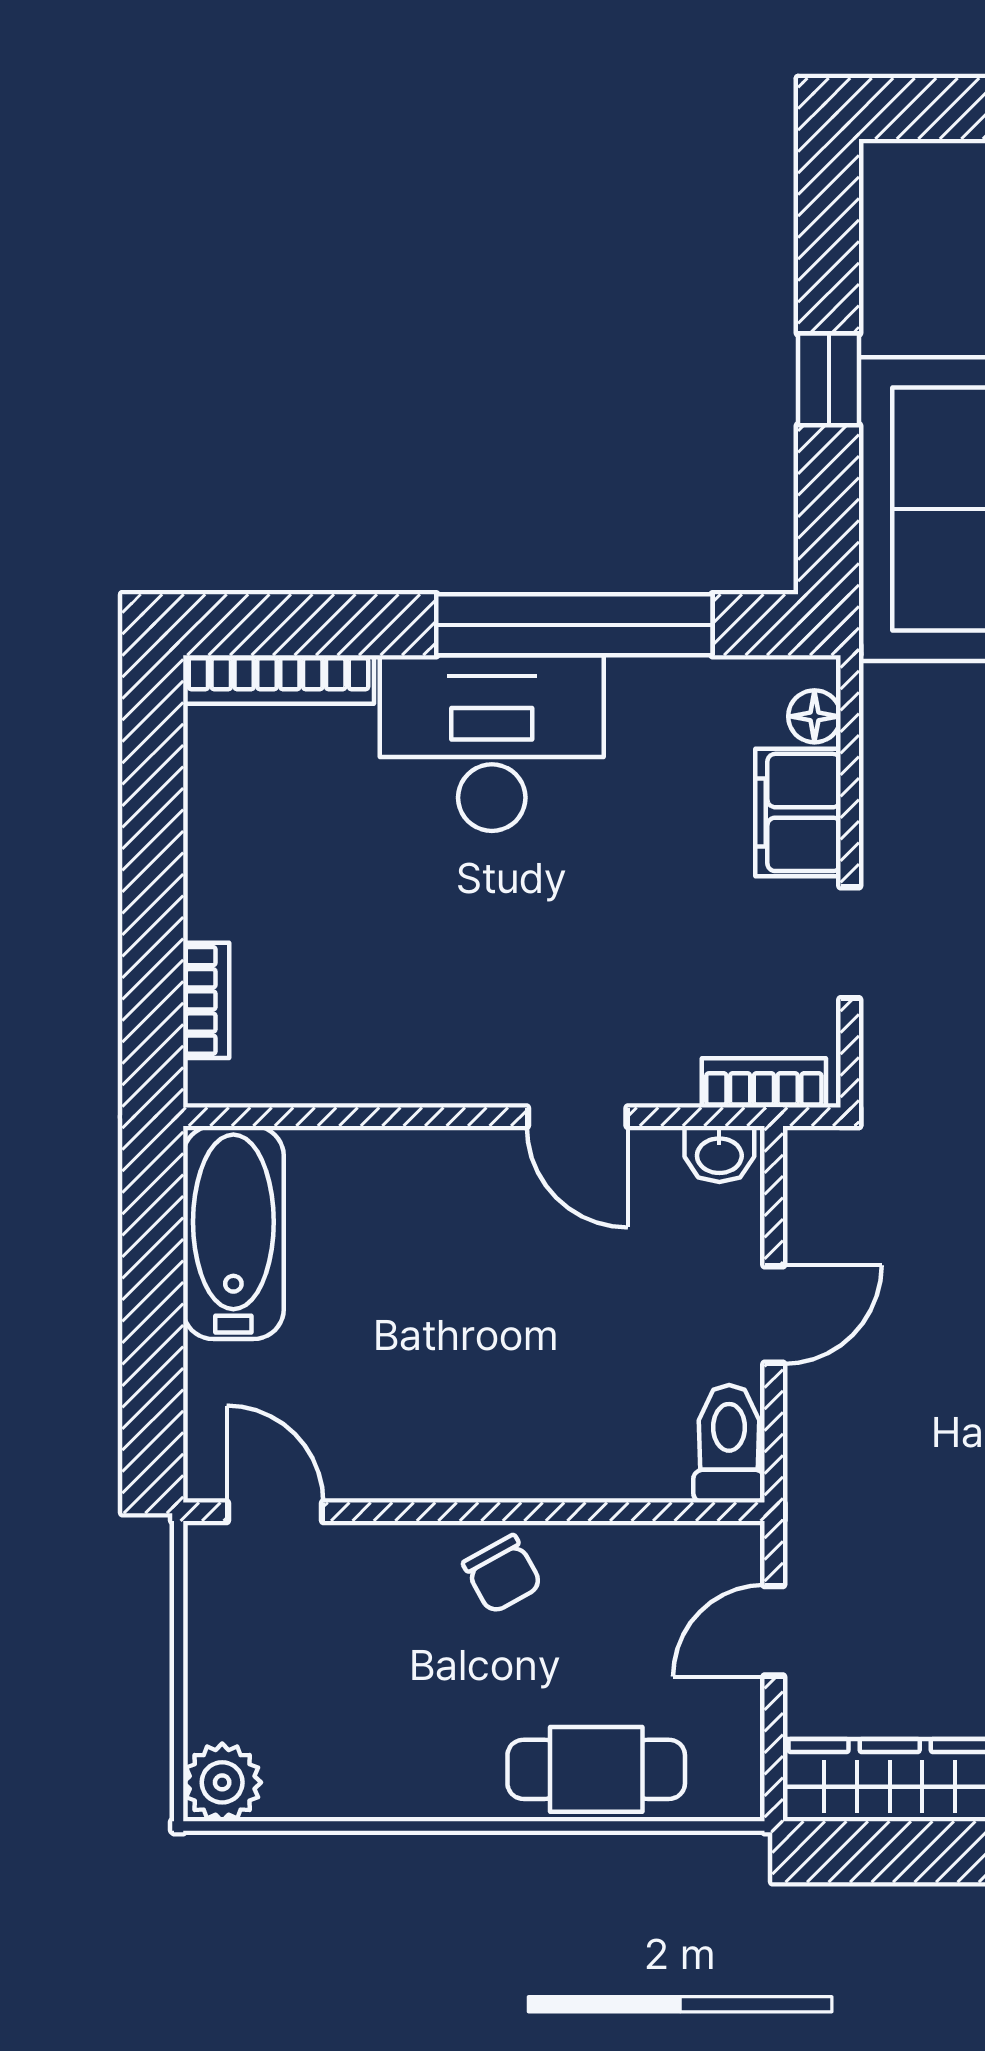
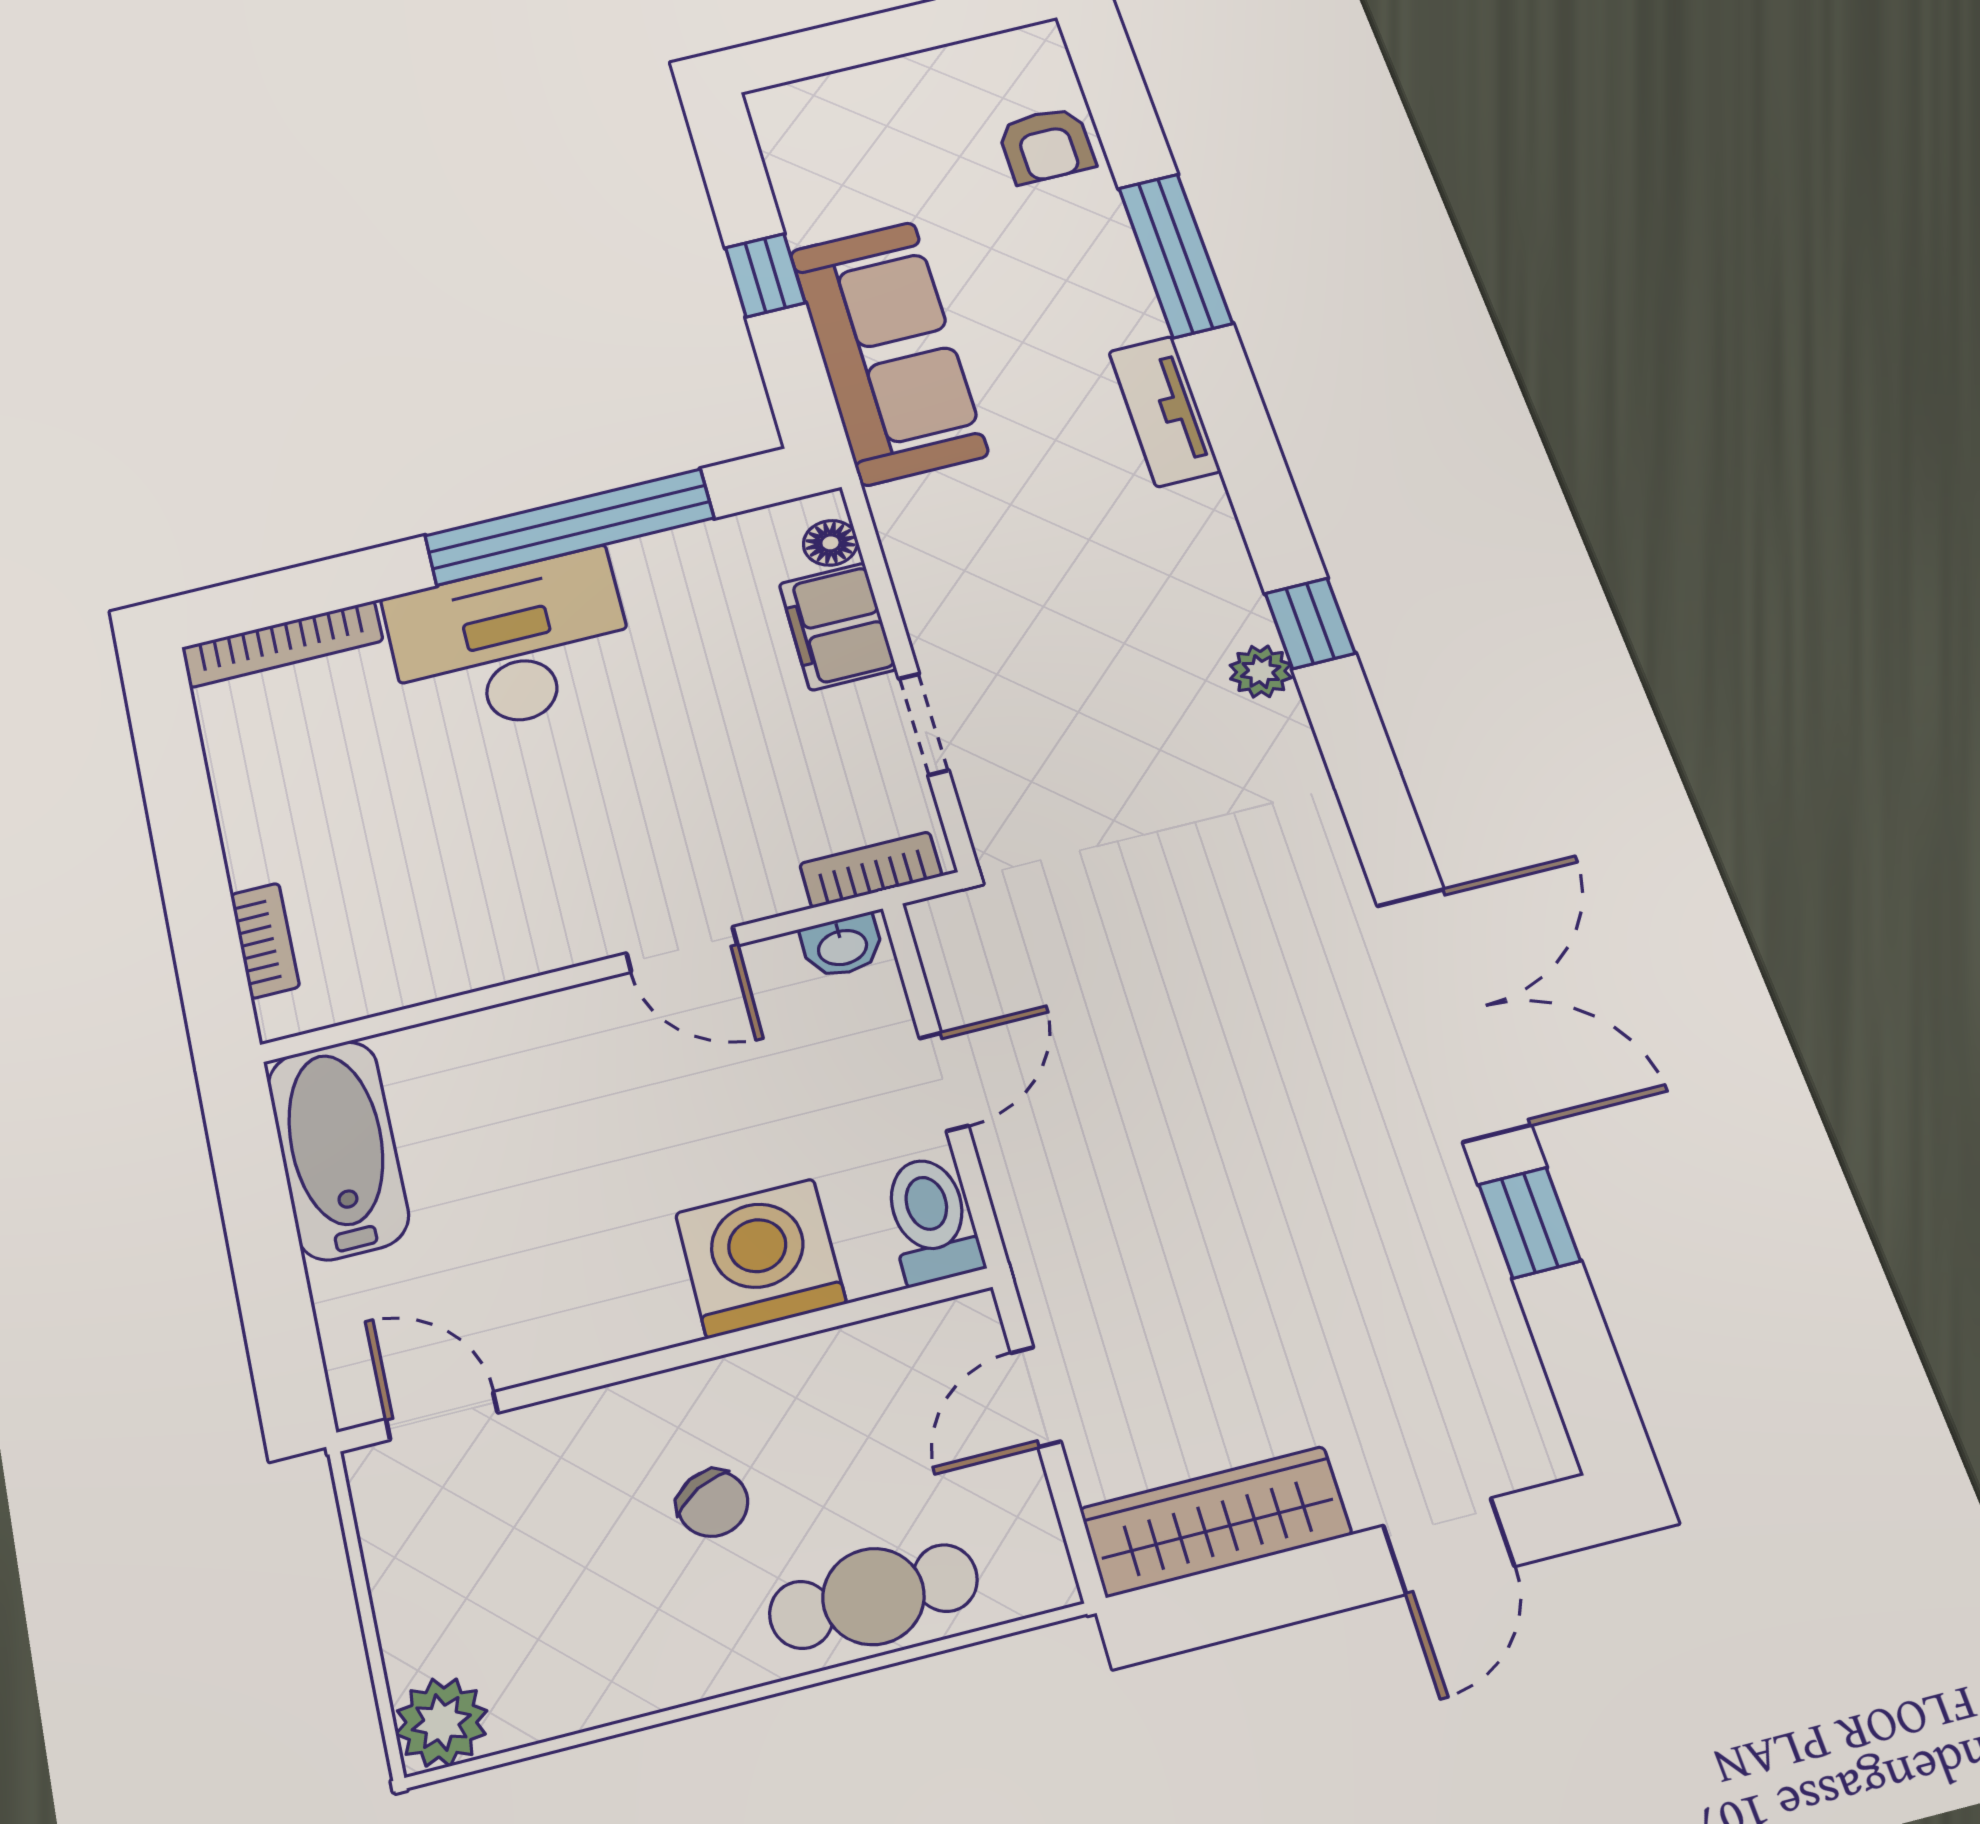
washing machine: (576, 1440) -> (760, 1258), added
chair: (502, 1574) -> (713, 1503), moved

